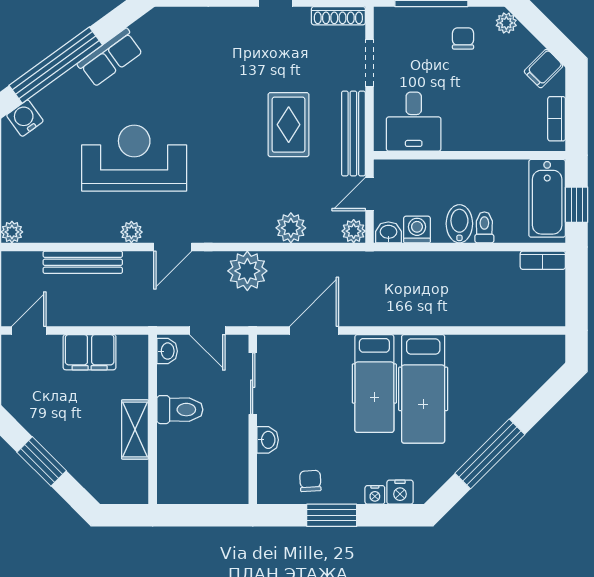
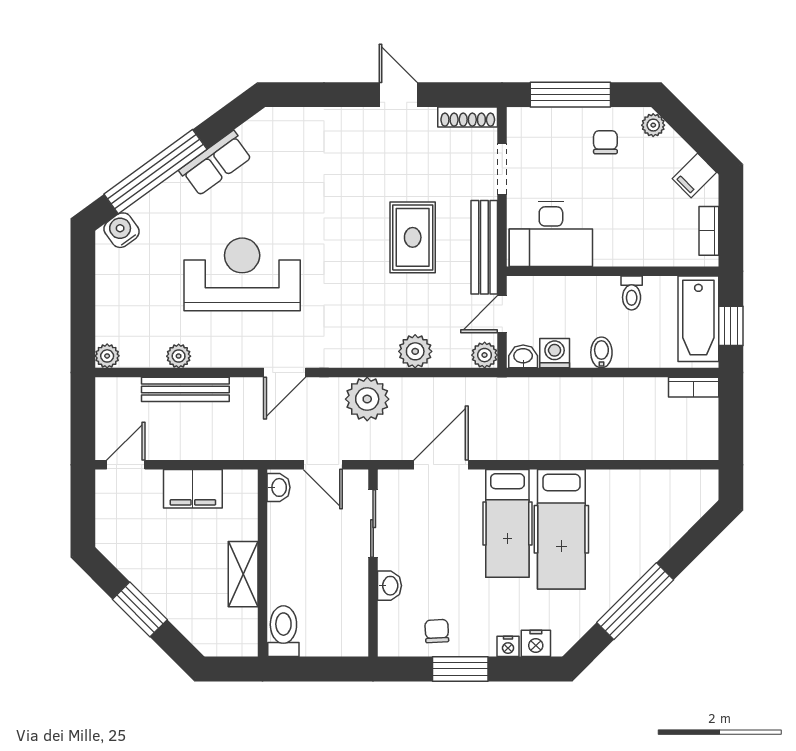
desk: (414, 122) -> (551, 234), width x1.37
bidet: (459, 224) -> (601, 352), width x0.72, depth x0.74
toilet: (484, 227) -> (632, 293), moved, turned 180
plant: (131, 232) -> (179, 356), moved
toilet: (180, 410) -> (283, 631), moved, turned -90

